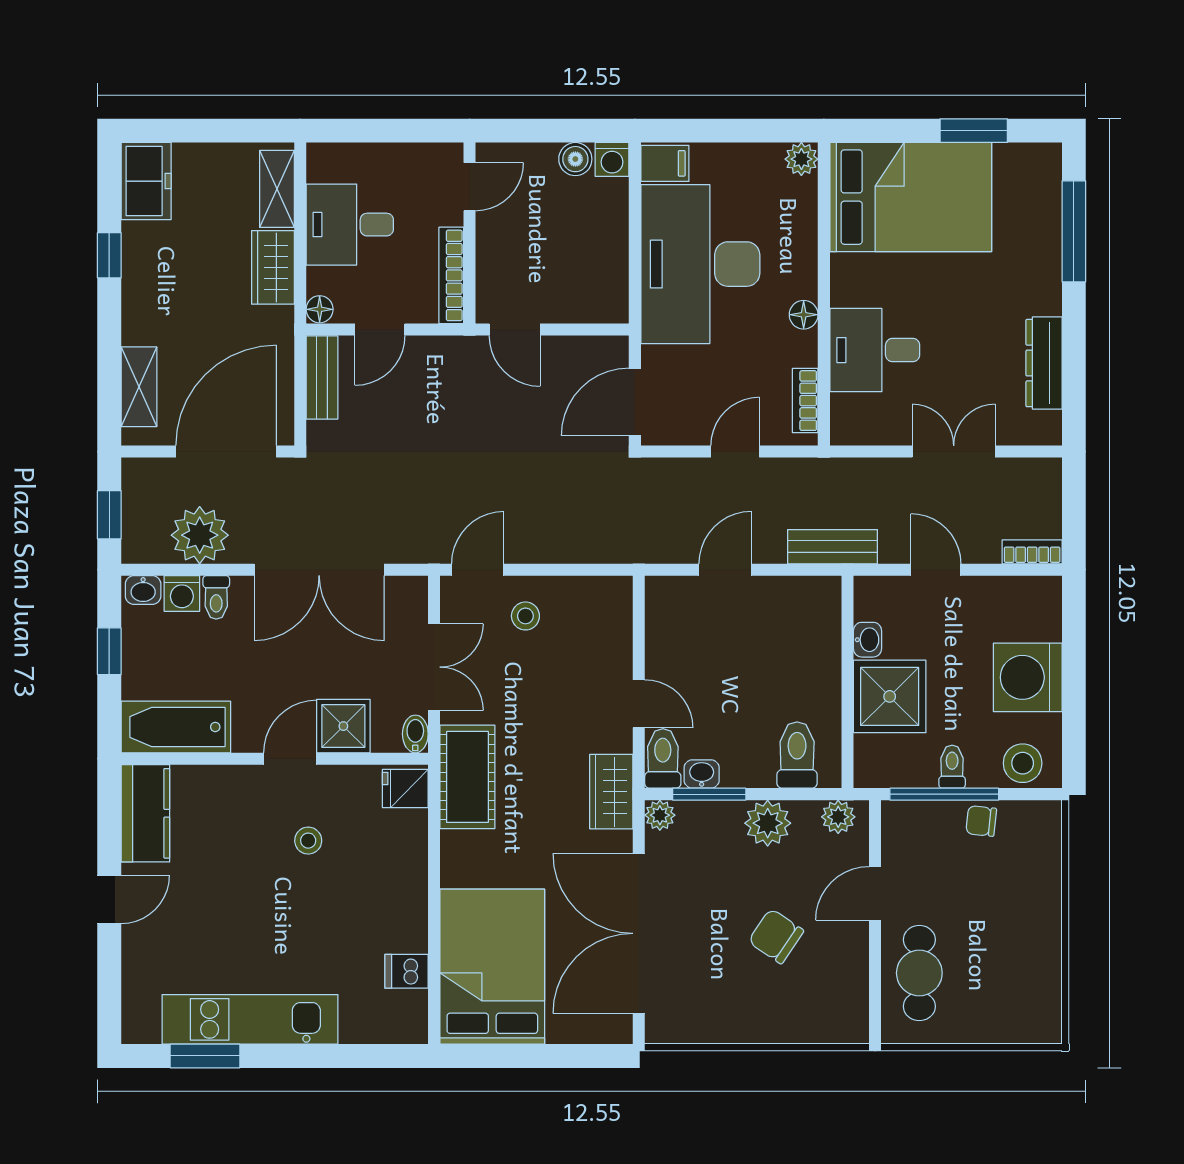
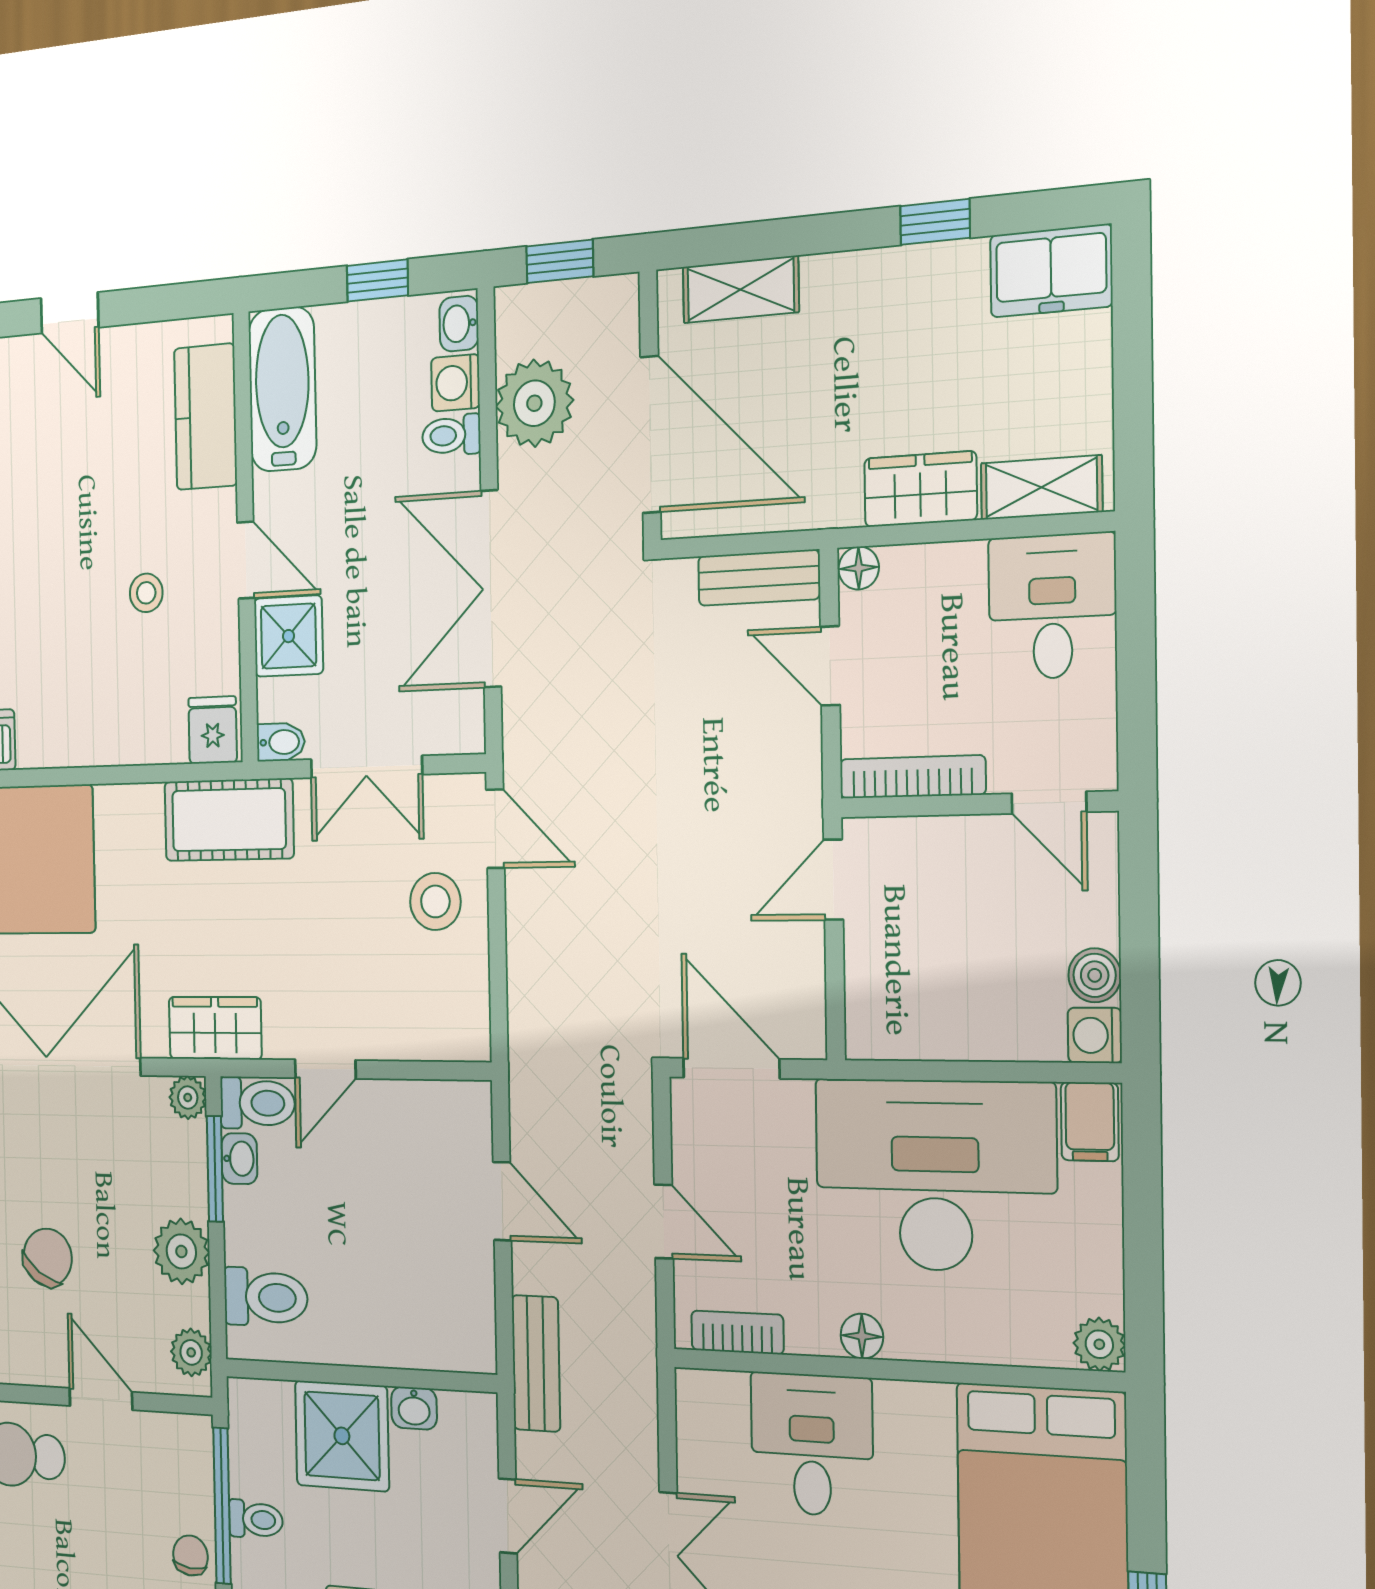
desk: (350, 225) -> (1052, 606), moved
stool: (525, 616) -> (435, 901), width x1.37, depth x1.37
kitchen counter: (145, 813) -> (205, 417), moved, turned 90

